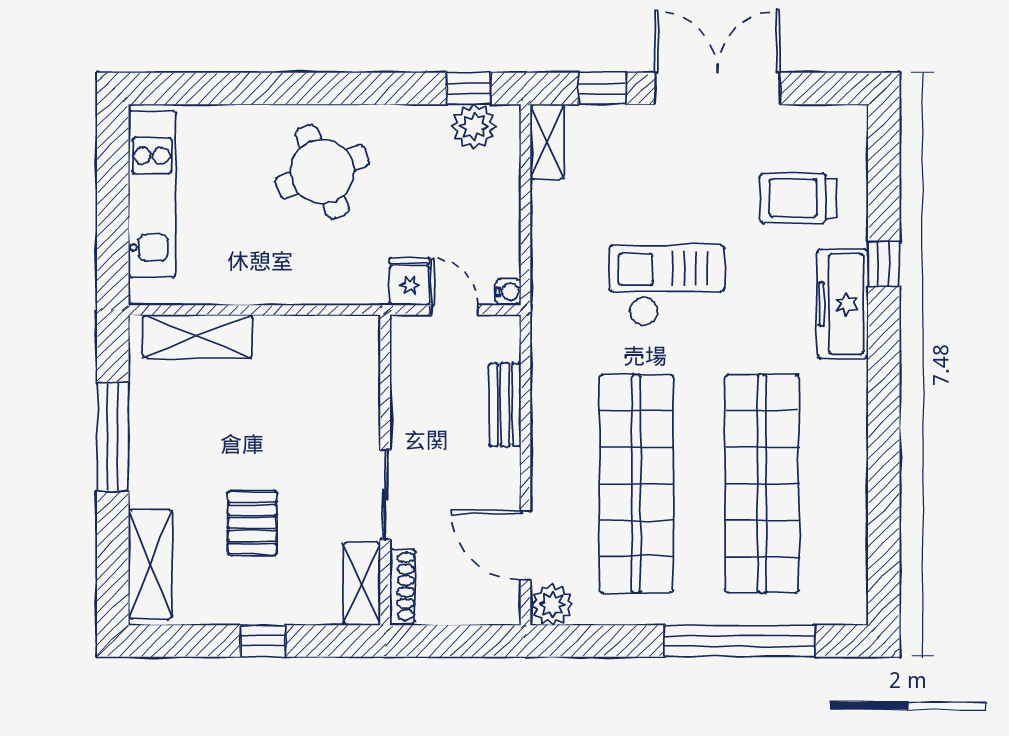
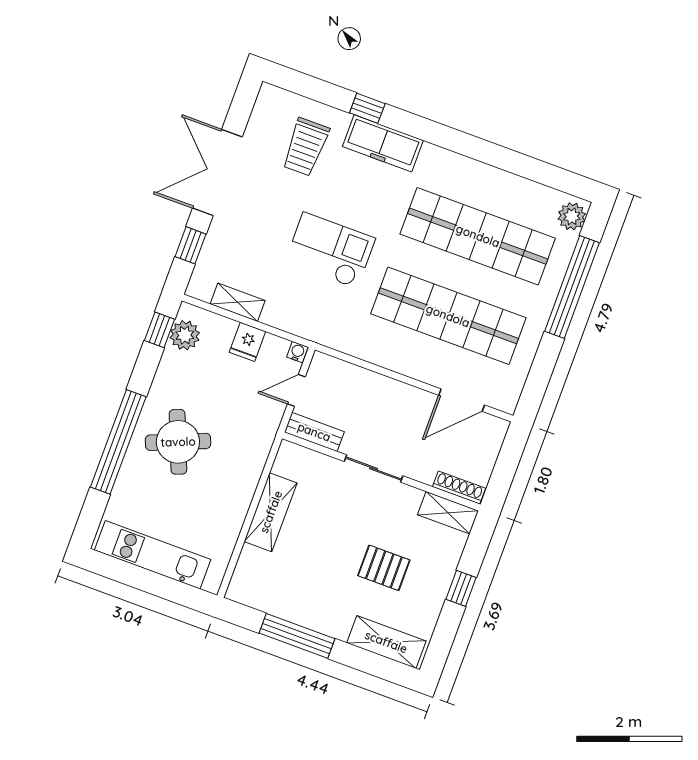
window: (291, 88) -> (118, 442), added
shelving: (547, 141) -> (238, 302), moved
fridge: (410, 281) -> (247, 342), moved, turned -90
checkout: (667, 285) -> (330, 250), turned 90
shelving: (197, 337) -> (271, 512), moved
bench: (505, 405) -> (314, 432), moved
sliding door: (385, 495) -> (374, 469), moved
plant: (552, 604) -> (572, 216), moved

